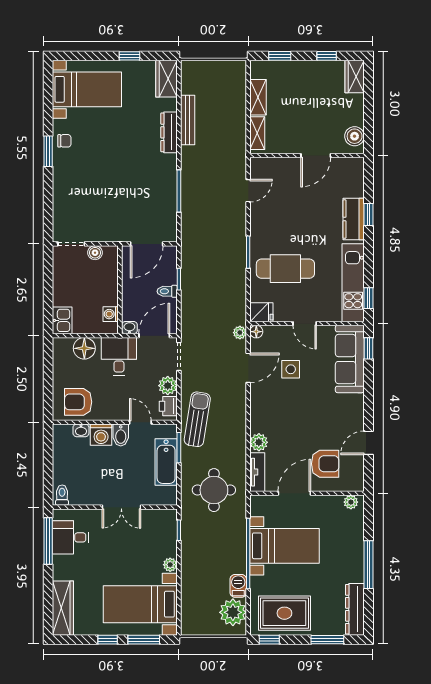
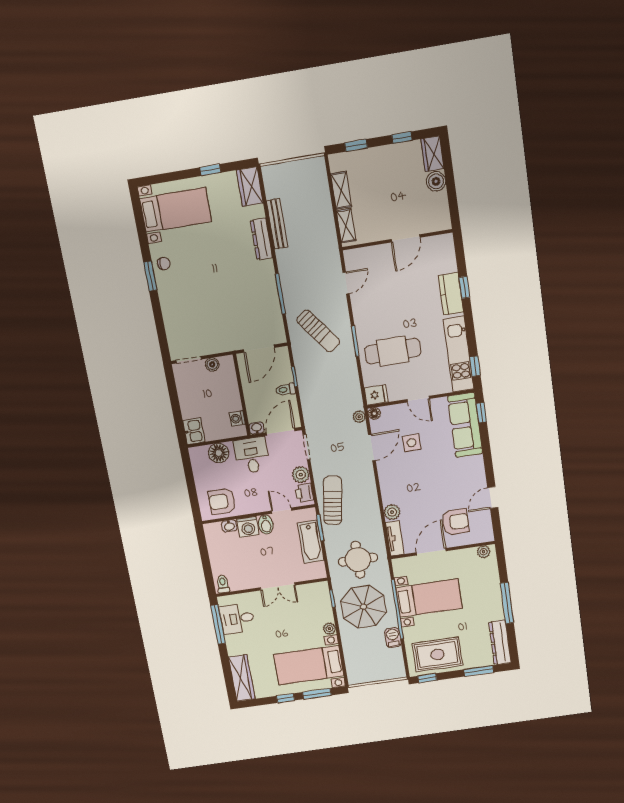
boiler: (355, 136) -> (436, 181), moved
sun lounger: (212, 235) -> (318, 331), added
parasol: (211, 545) -> (363, 607), added
plant: (233, 612) -> (392, 660), removed

